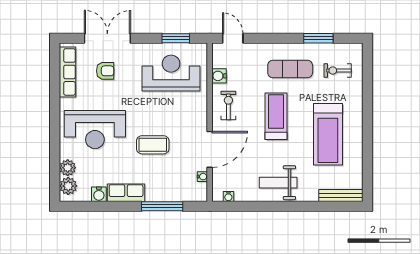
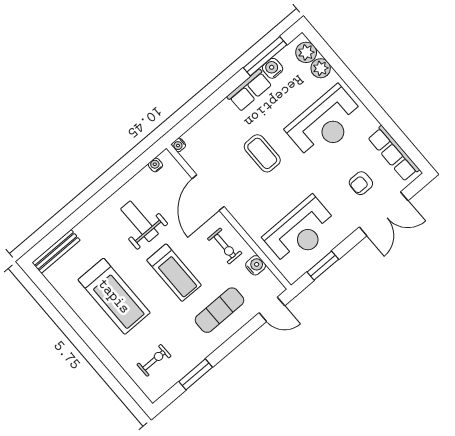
exercise mat: (290, 69) -> (220, 310), moved
reception desk: (95, 130) -> (325, 123), turned 180
treadmill: (328, 134) -> (114, 296), turned 180
coffee table: (153, 145) -> (262, 153), turned 90
water cooler: (202, 177) -> (179, 145), moved
weight bench: (278, 183) -> (140, 221), moved, turned -90
window: (162, 206) -> (265, 56), moved

